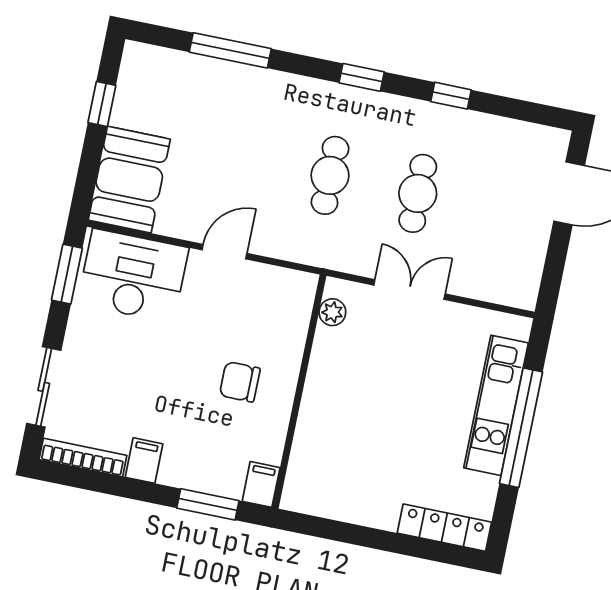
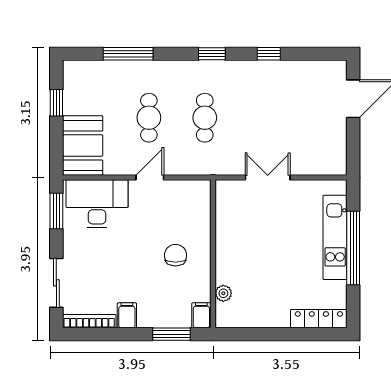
cafe table: (418, 193) -> (149, 118), moved
plant: (332, 312) -> (223, 293), moved
chair: (240, 382) -> (176, 255), turned 90

